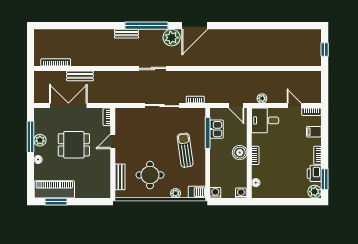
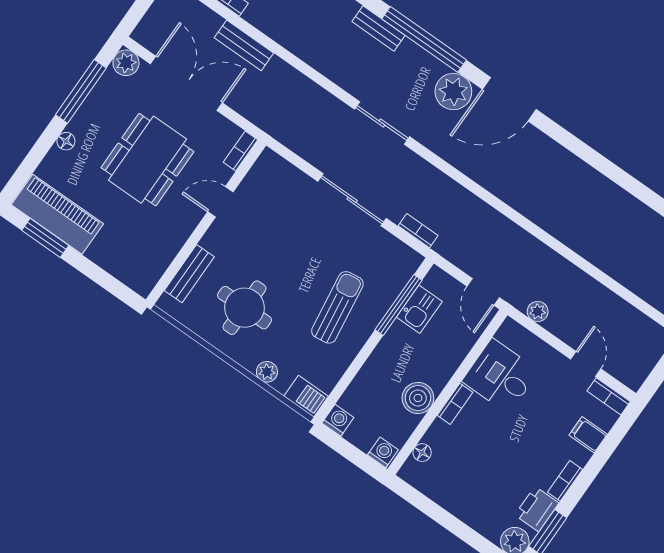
desk: (265, 120) -> (500, 376), moved
plant: (40, 140) -> (126, 63), moved
dining table: (74, 145) -> (147, 160), width x1.38
boiler: (240, 153) -> (418, 398), moved

